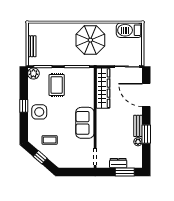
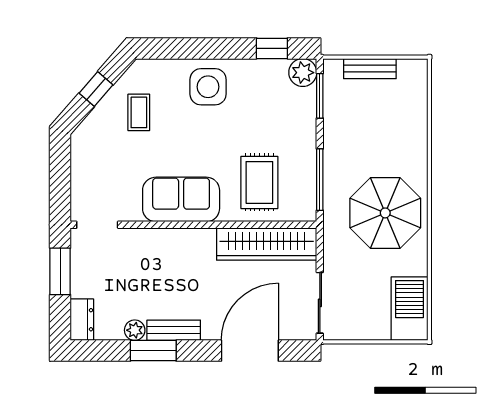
rug: (57, 85) -> (259, 182), moved, turned 90
window: (24, 106) -> (272, 48), moved
dresser: (118, 163) -> (82, 320), moved
window: (125, 172) -> (60, 271), moved

